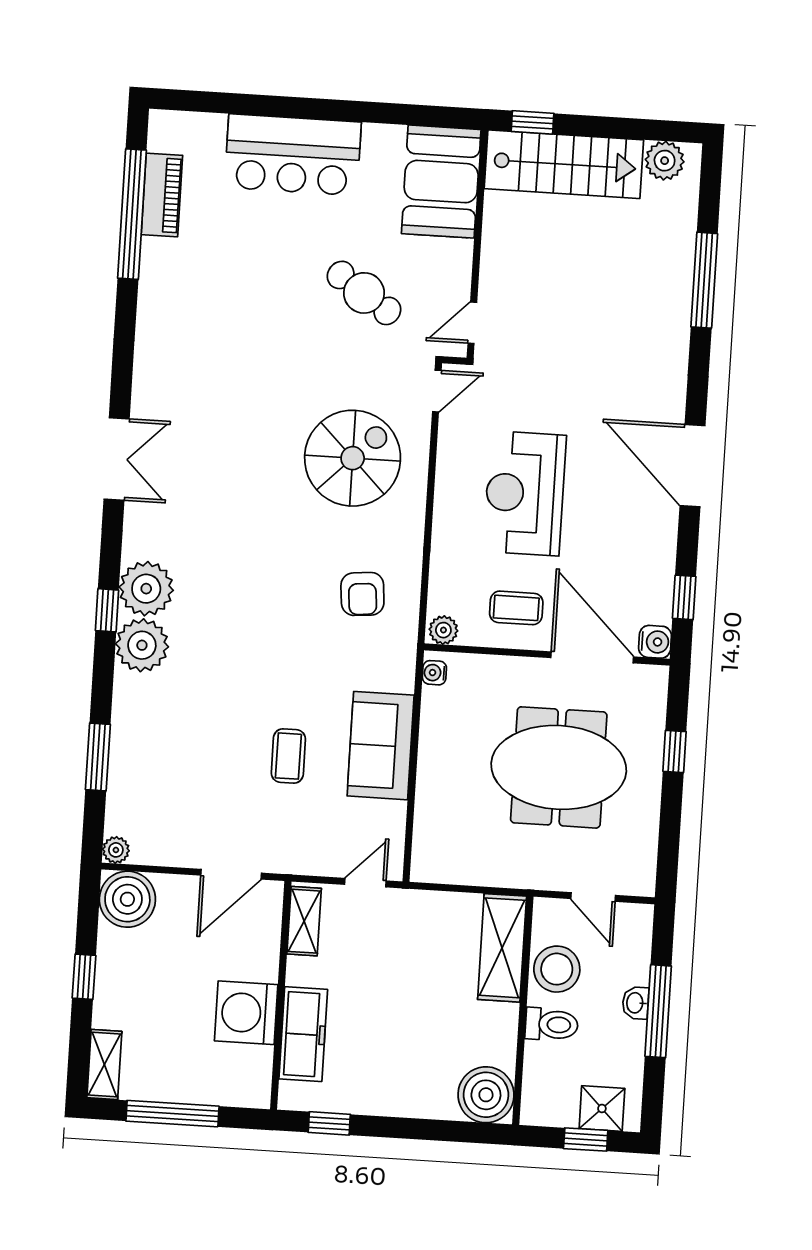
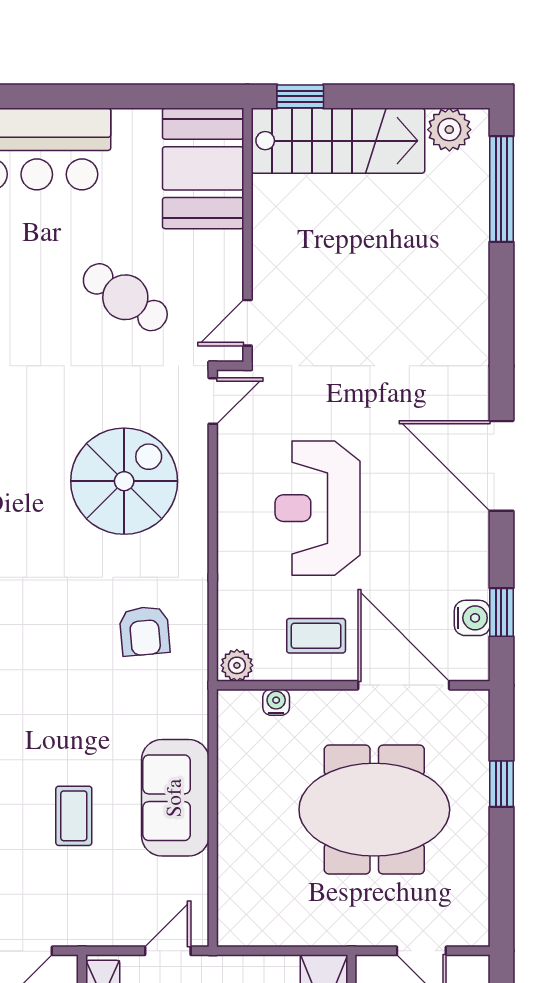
window: (704, 280) -> (501, 189), moved
water cooler: (655, 642) -> (472, 618), moved
water cooler: (434, 673) -> (276, 702), moved, turned 90

